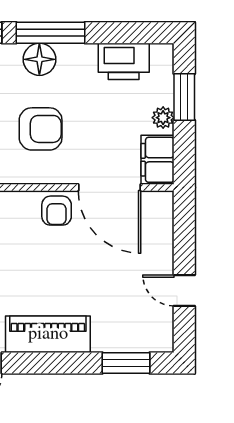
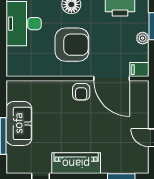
armchair: (41, 129) -> (72, 45), width x1.36, depth x1.36
filing cabinet: (158, 160) -> (139, 70), width x0.50

